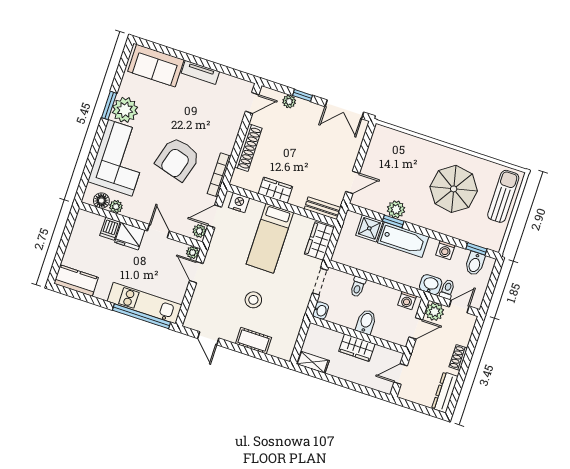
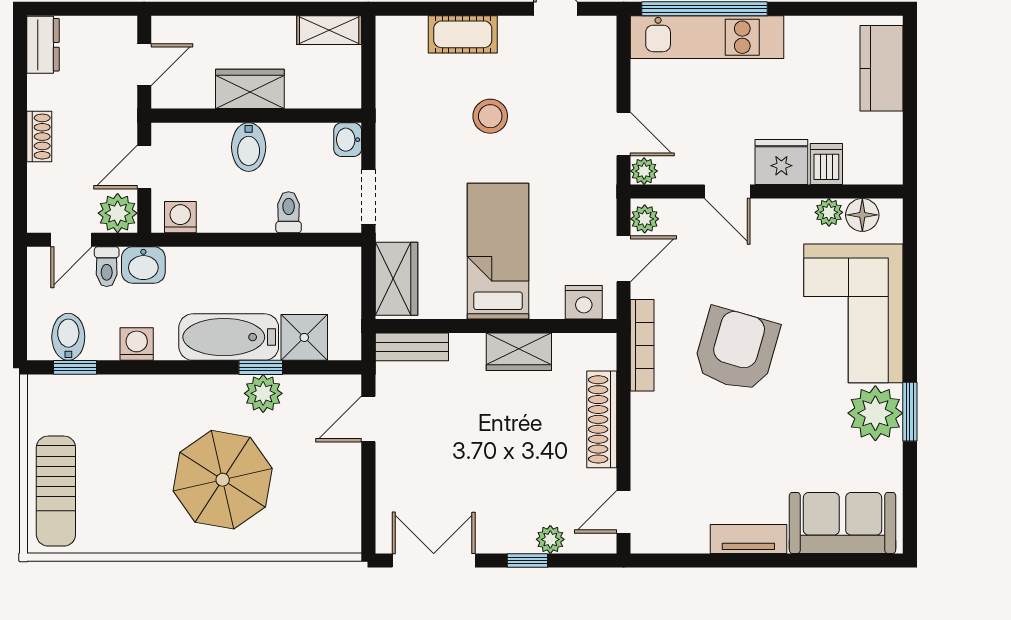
parasol: (454, 189) -> (223, 480), moved
kitchen counter: (76, 281) -> (882, 68), moved, turned 90
dresser: (445, 392) -> (43, 45), width x0.70

